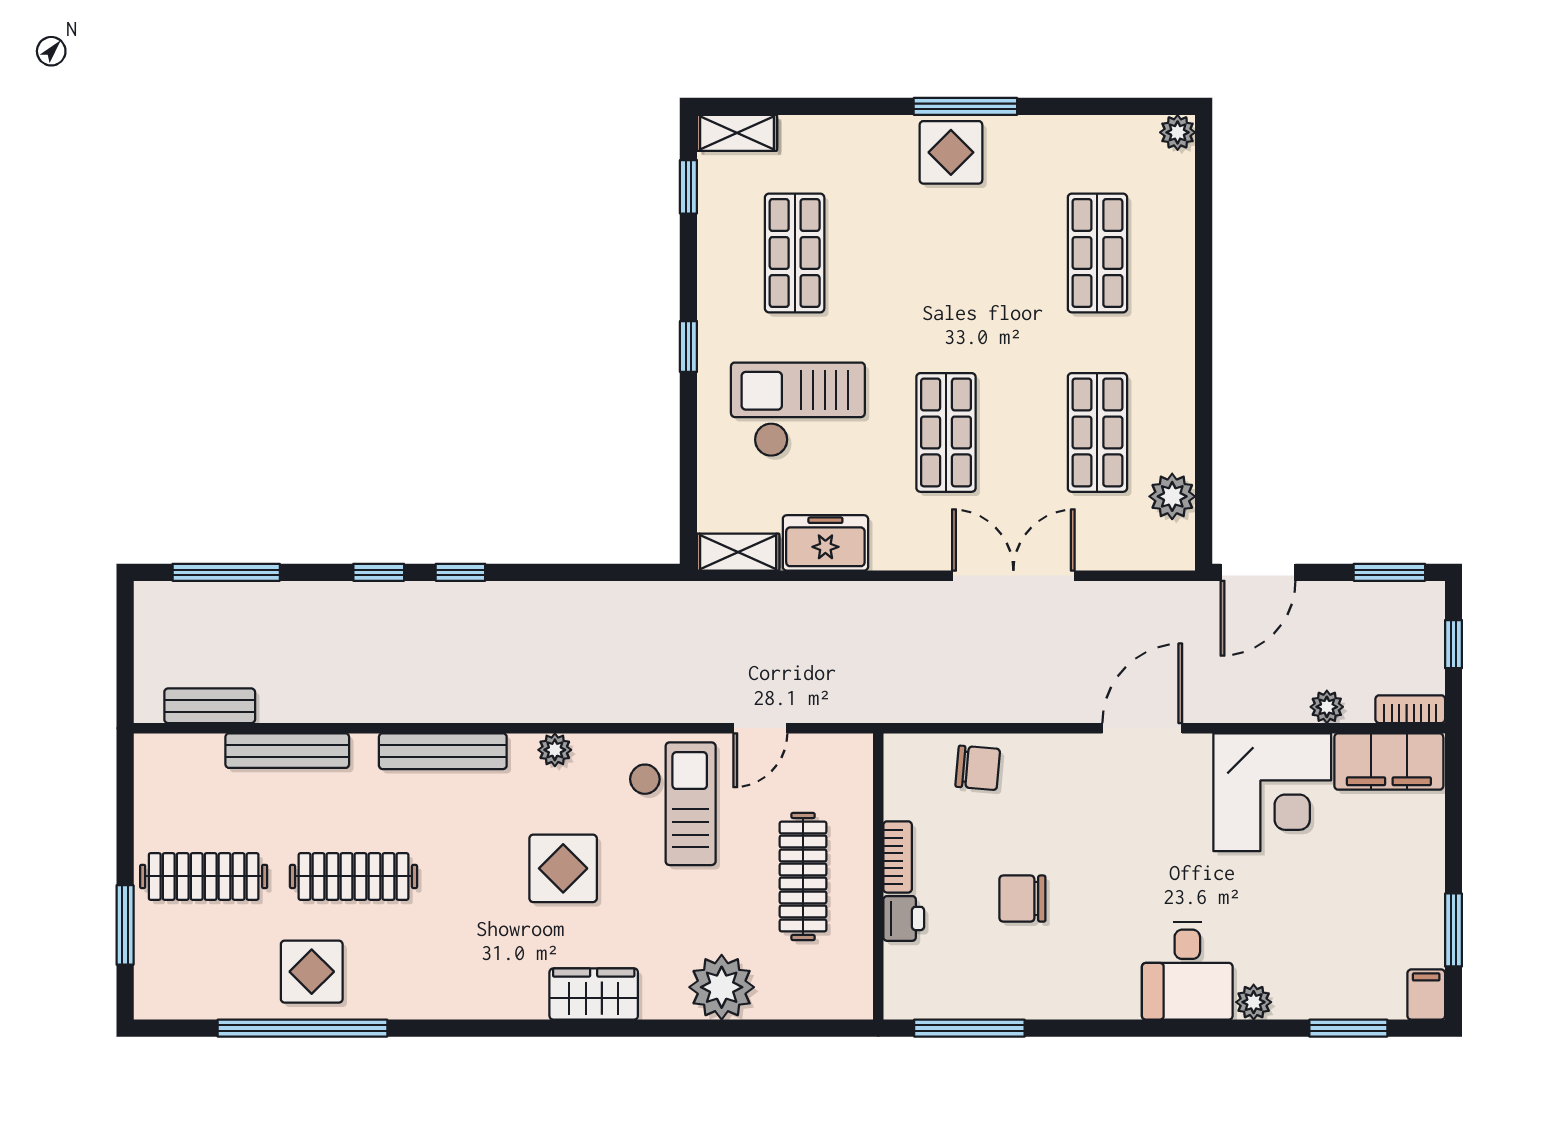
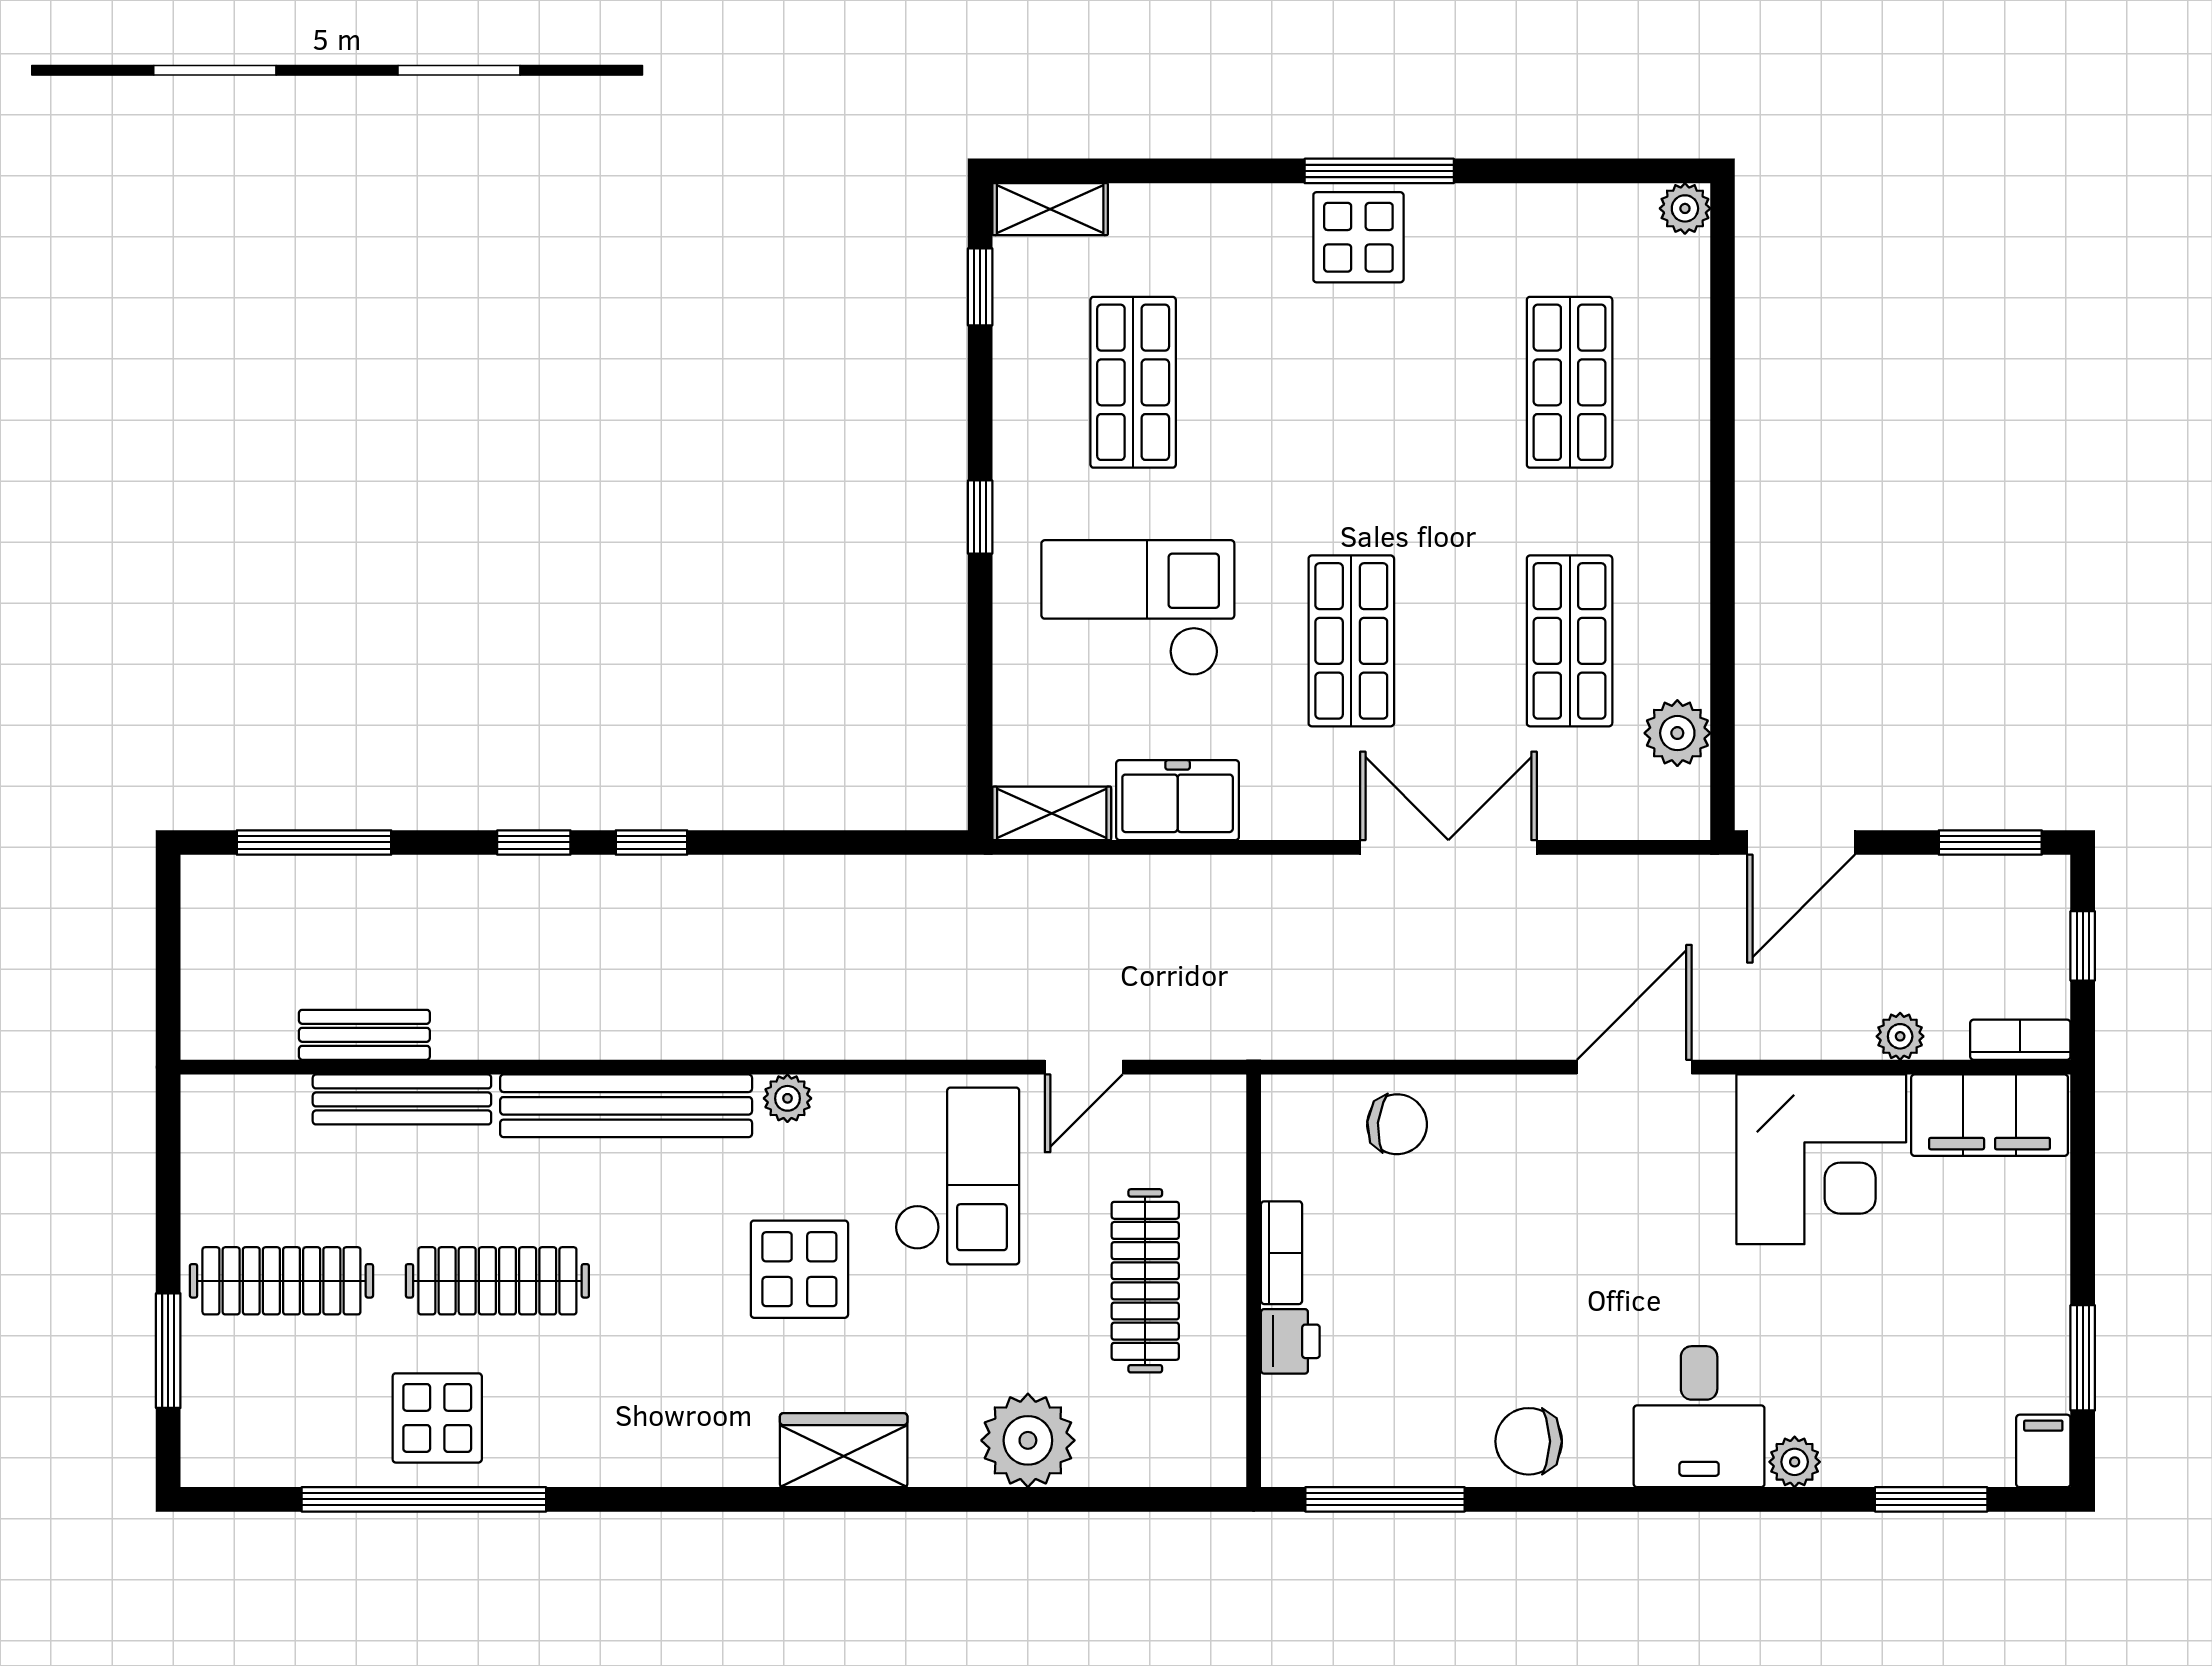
bench: (210, 706) -> (364, 1035), moved
bench: (443, 751) -> (626, 1106), width x1.37, depth x1.21
chair: (1022, 899) -> (1529, 1441), moved

